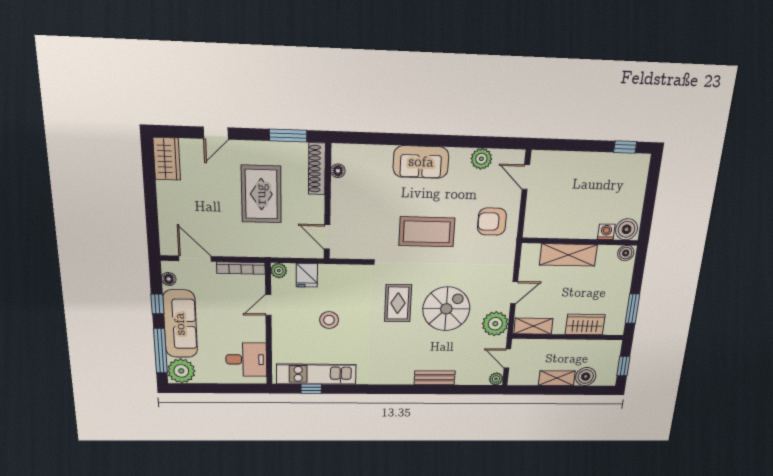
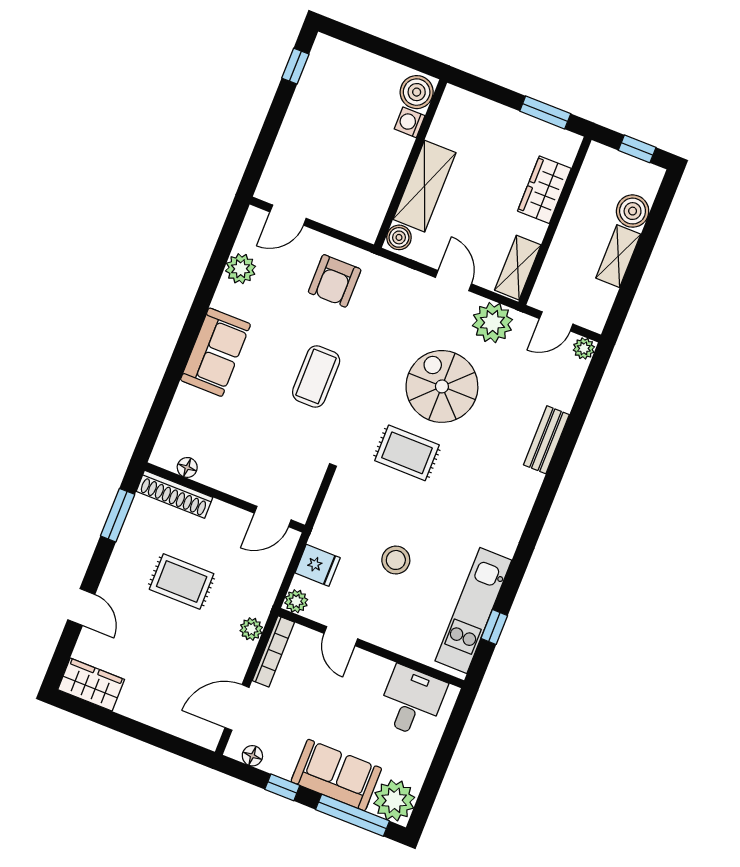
rug: (261, 194) -> (182, 581), width x0.73, depth x0.70
coffee table: (427, 232) -> (316, 376), width x0.73, depth x0.76
plant: (249, 249) -> (251, 629), added
boiler: (626, 253) -> (399, 237), moved
sofa: (180, 324) -> (336, 775), width x0.73

